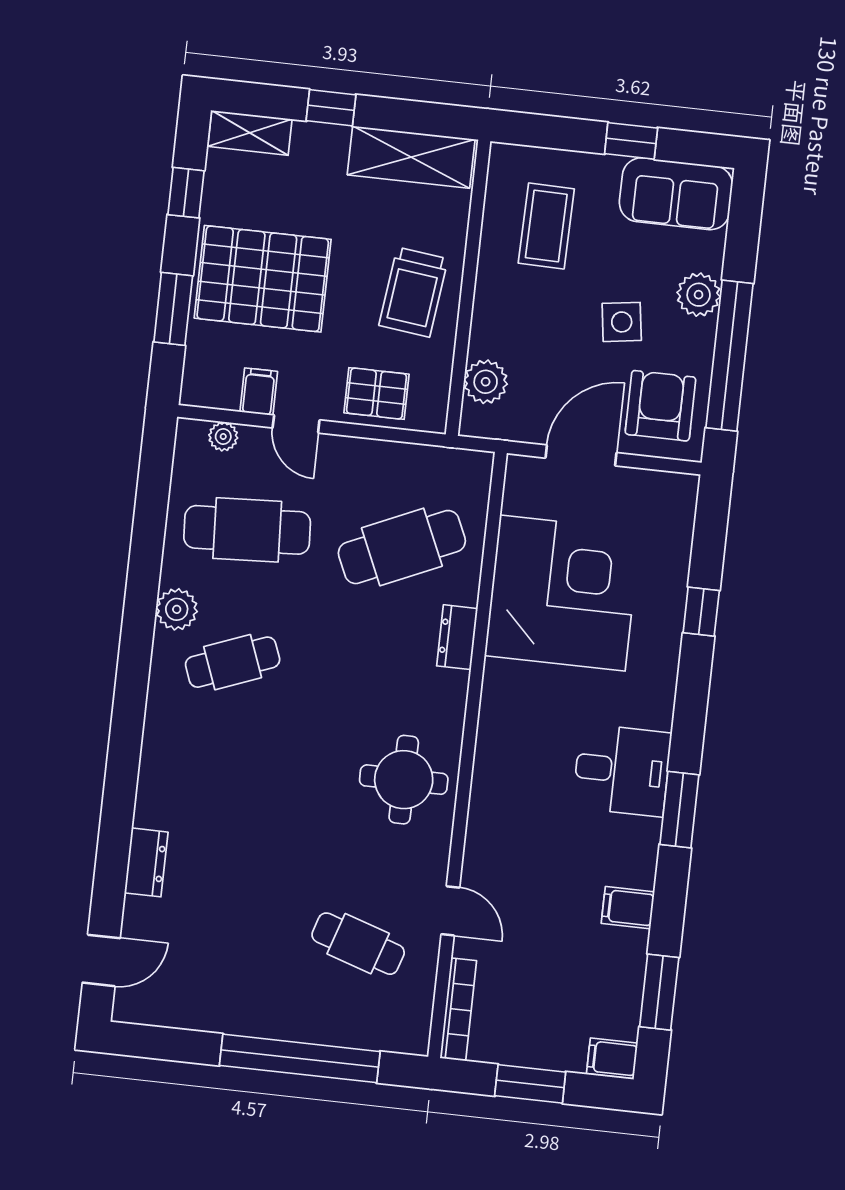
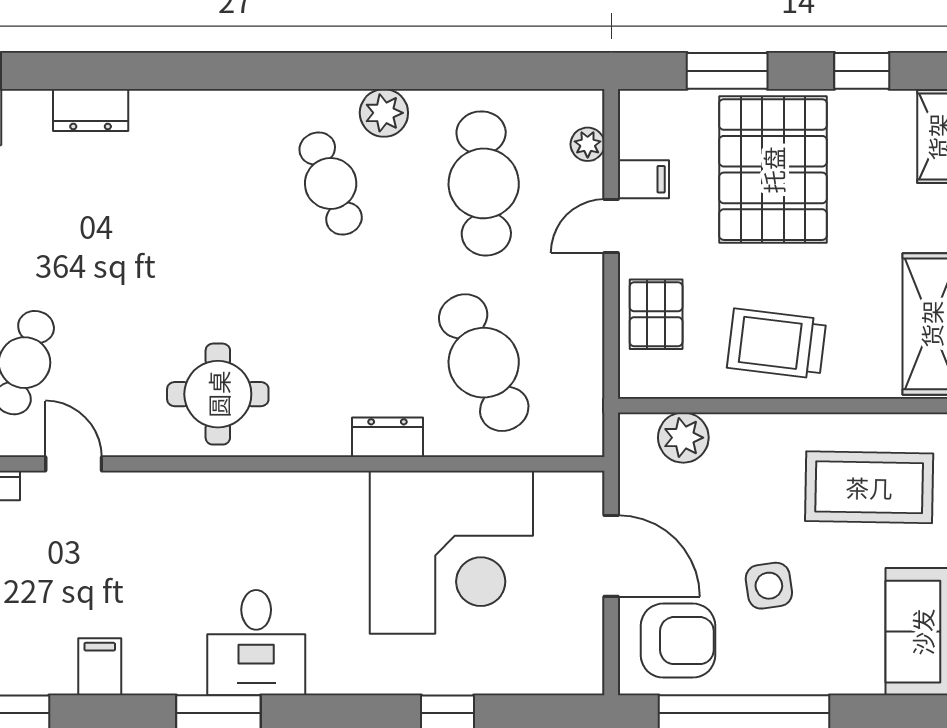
coffee table: (546, 226) -> (869, 487), width x1.36, depth x1.32
plant: (699, 295) -> (810, 670), removed
door: (450, 911) -> (74, 464), swing flipped

